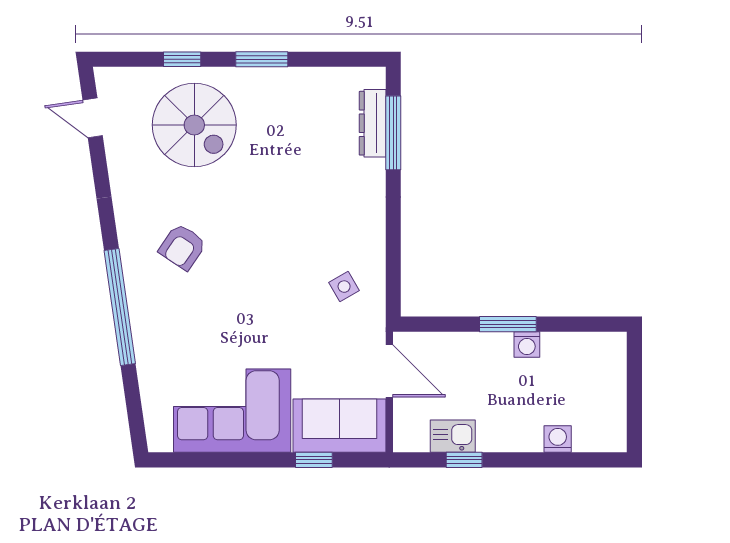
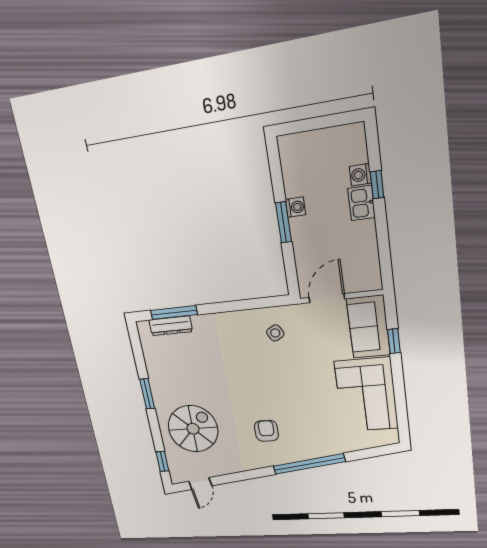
window: (182, 59) -> (162, 461), moved
armchair: (182, 247) -> (266, 431), turned -124
kitchen sink: (453, 436) -> (361, 203), moved
window: (464, 460) -> (377, 185), moved

